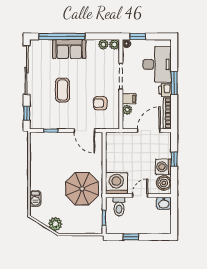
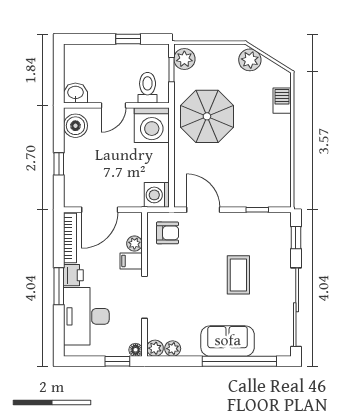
armchair: (100, 103) -> (167, 233), moved
washing machine: (163, 167) -> (157, 195), moved, turned 180
plant: (96, 224) -> (184, 59), added

